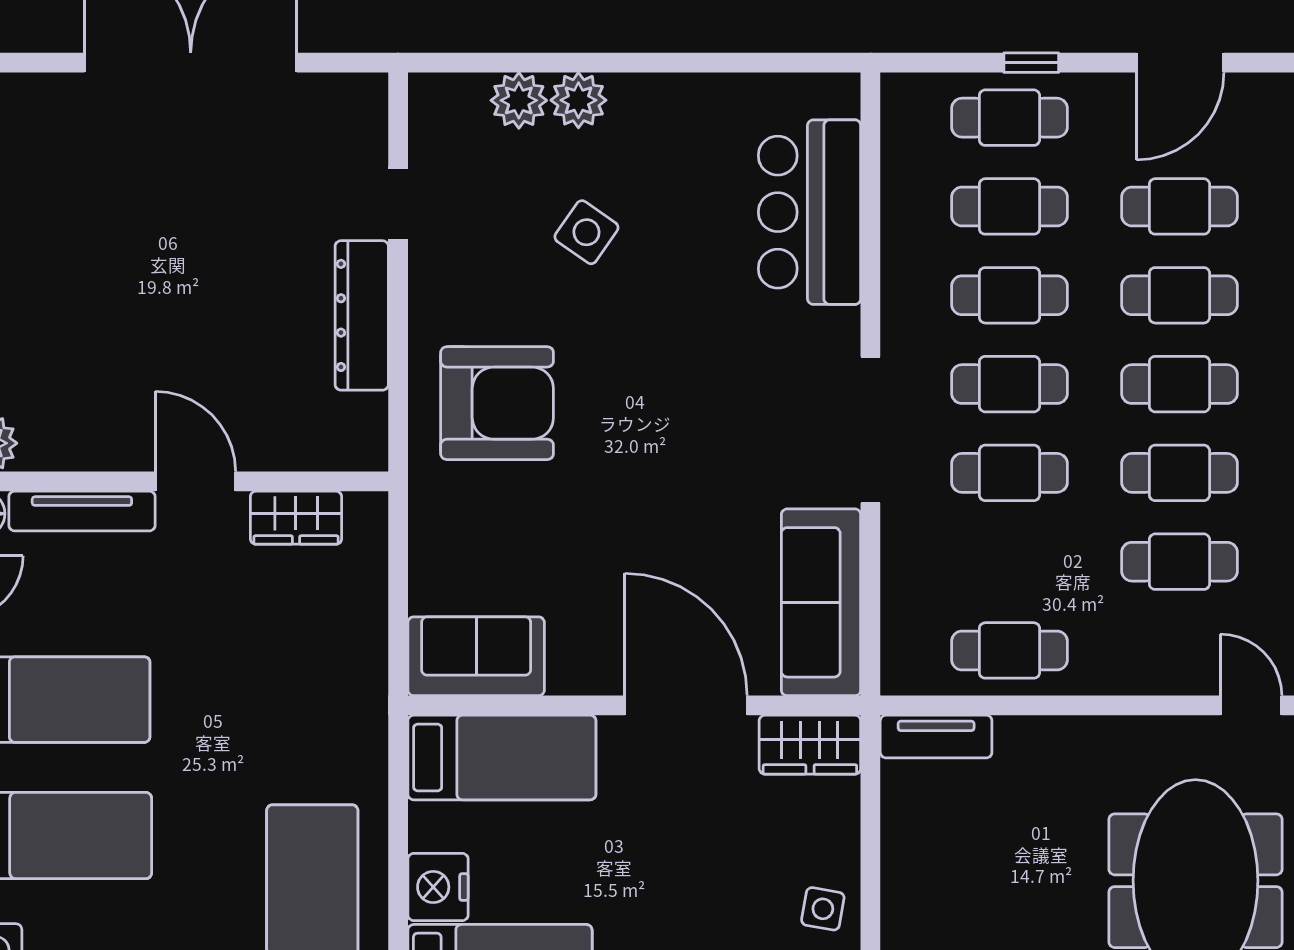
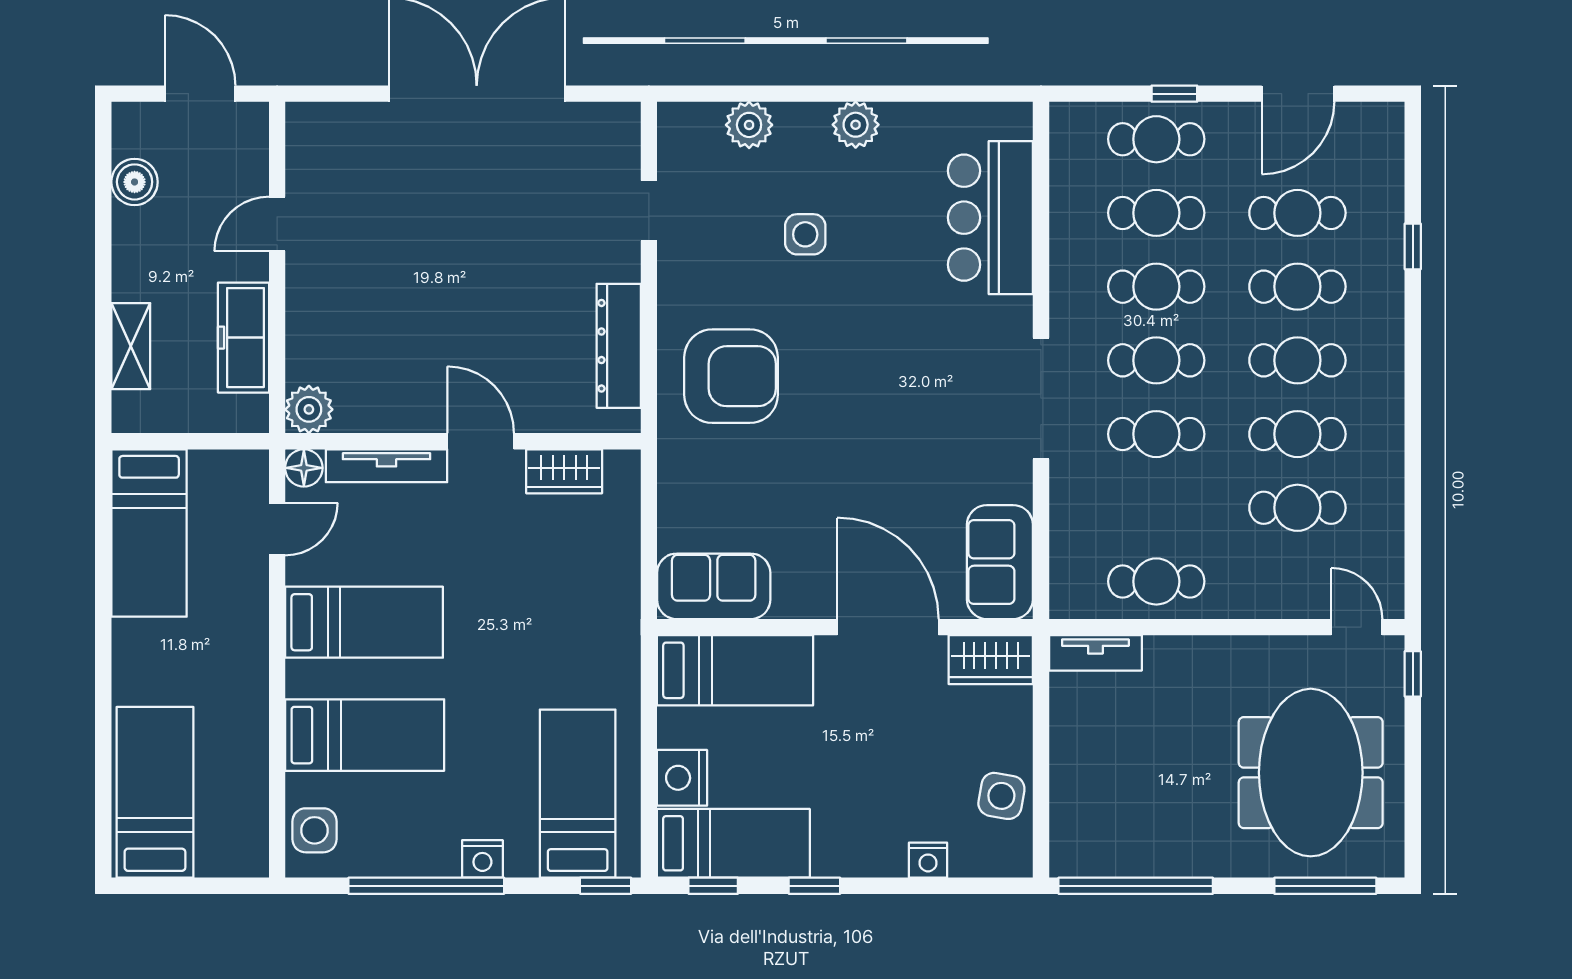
plant: (578, 100) -> (856, 125), moved
side table: (586, 232) -> (805, 234), turned -35
dresser: (362, 315) -> (619, 346), moved
sofa: (821, 602) -> (1000, 562), width x0.73
side table: (823, 909) -> (1001, 796), width x1.37, depth x1.37

